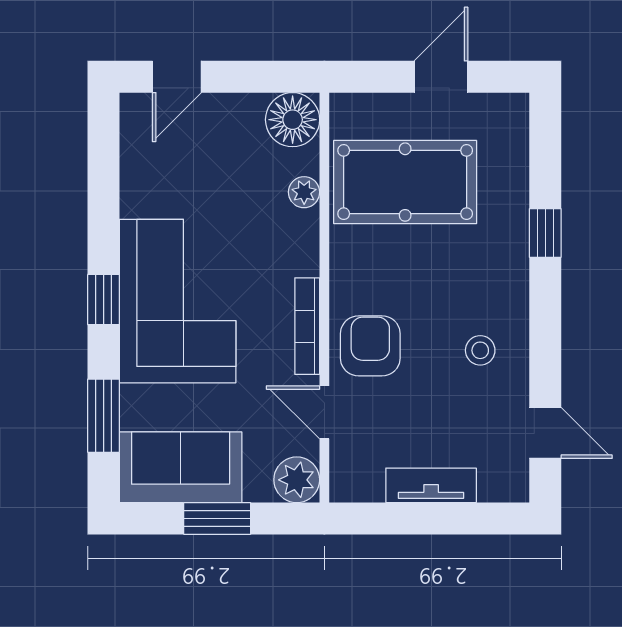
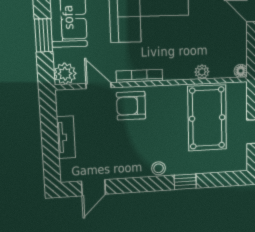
floor lamp: (293, 120) -> (241, 71), width x0.53, depth x0.53
armchair: (370, 346) -> (131, 106), turned 180
stool: (480, 350) -> (159, 168), moved
door: (324, 412) -> (99, 86), hinge flipped

